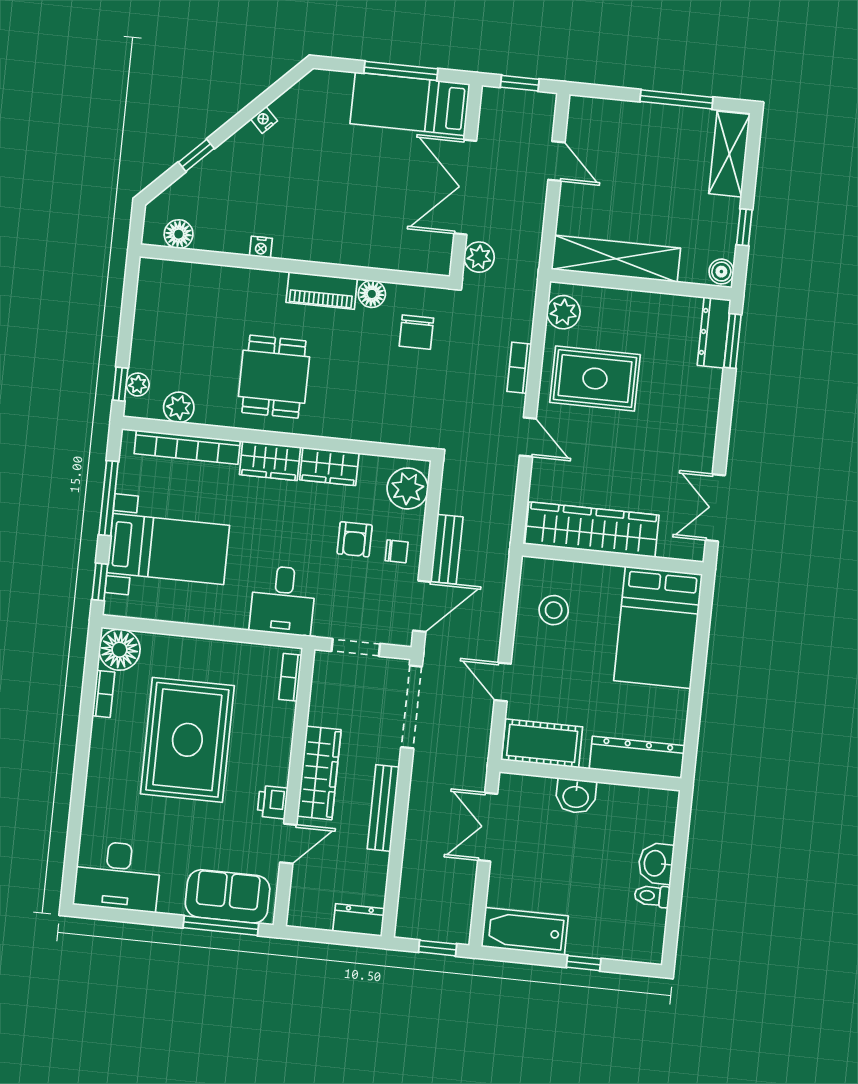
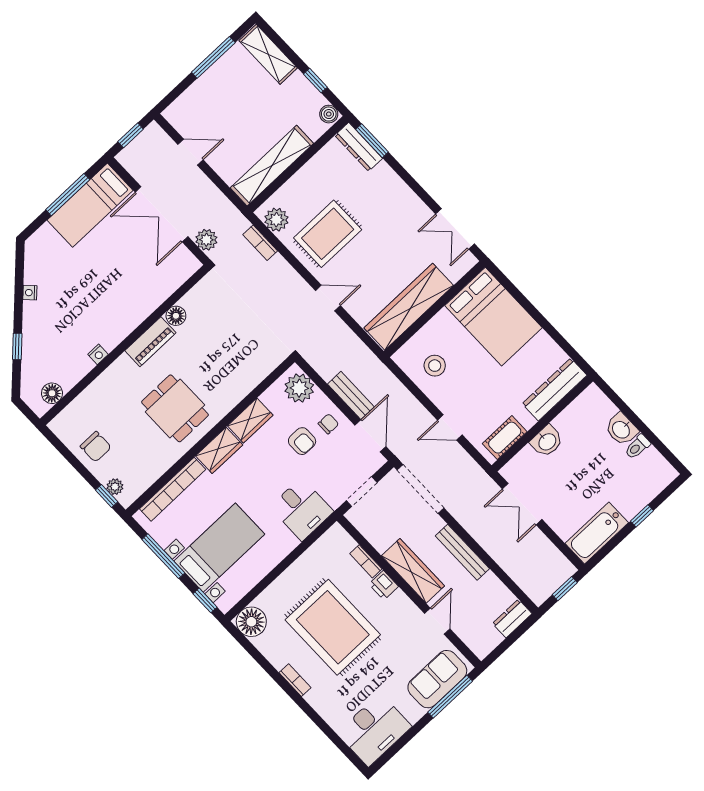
chair: (416, 332) -> (96, 447), moved
bookcase: (519, 368) -> (260, 243), moved
plant: (179, 407) -> (147, 475), removed
bookcase: (290, 677) -> (366, 561), moved
bookcase: (103, 694) -> (295, 680), moved
cot: (542, 743) -> (505, 438), width x0.73, depth x0.75
printer: (272, 802) -> (384, 585), moved

